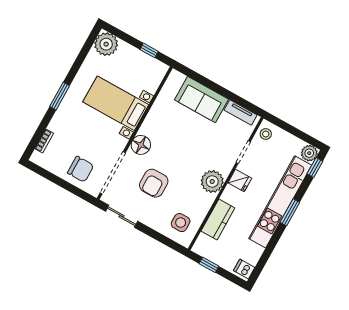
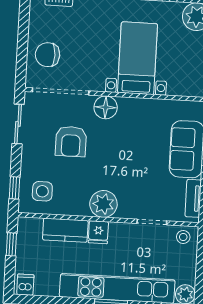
chair: (81, 169) -> (48, 55), turned 90
fridge: (240, 180) -> (98, 232), moved
armchair: (154, 183) -> (71, 141), turned -90
window: (168, 242) -> (15, 188), added

